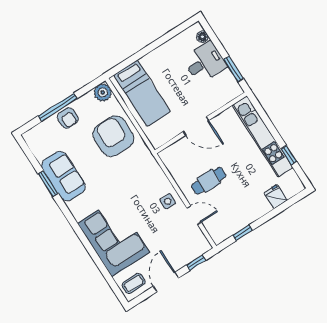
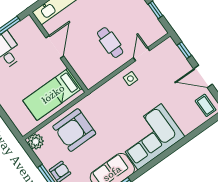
bed: (142, 93) -> (53, 94), moved, turned 180
door: (196, 126) -> (55, 47), moved
corner sofa: (114, 238) -> (150, 137), moved

